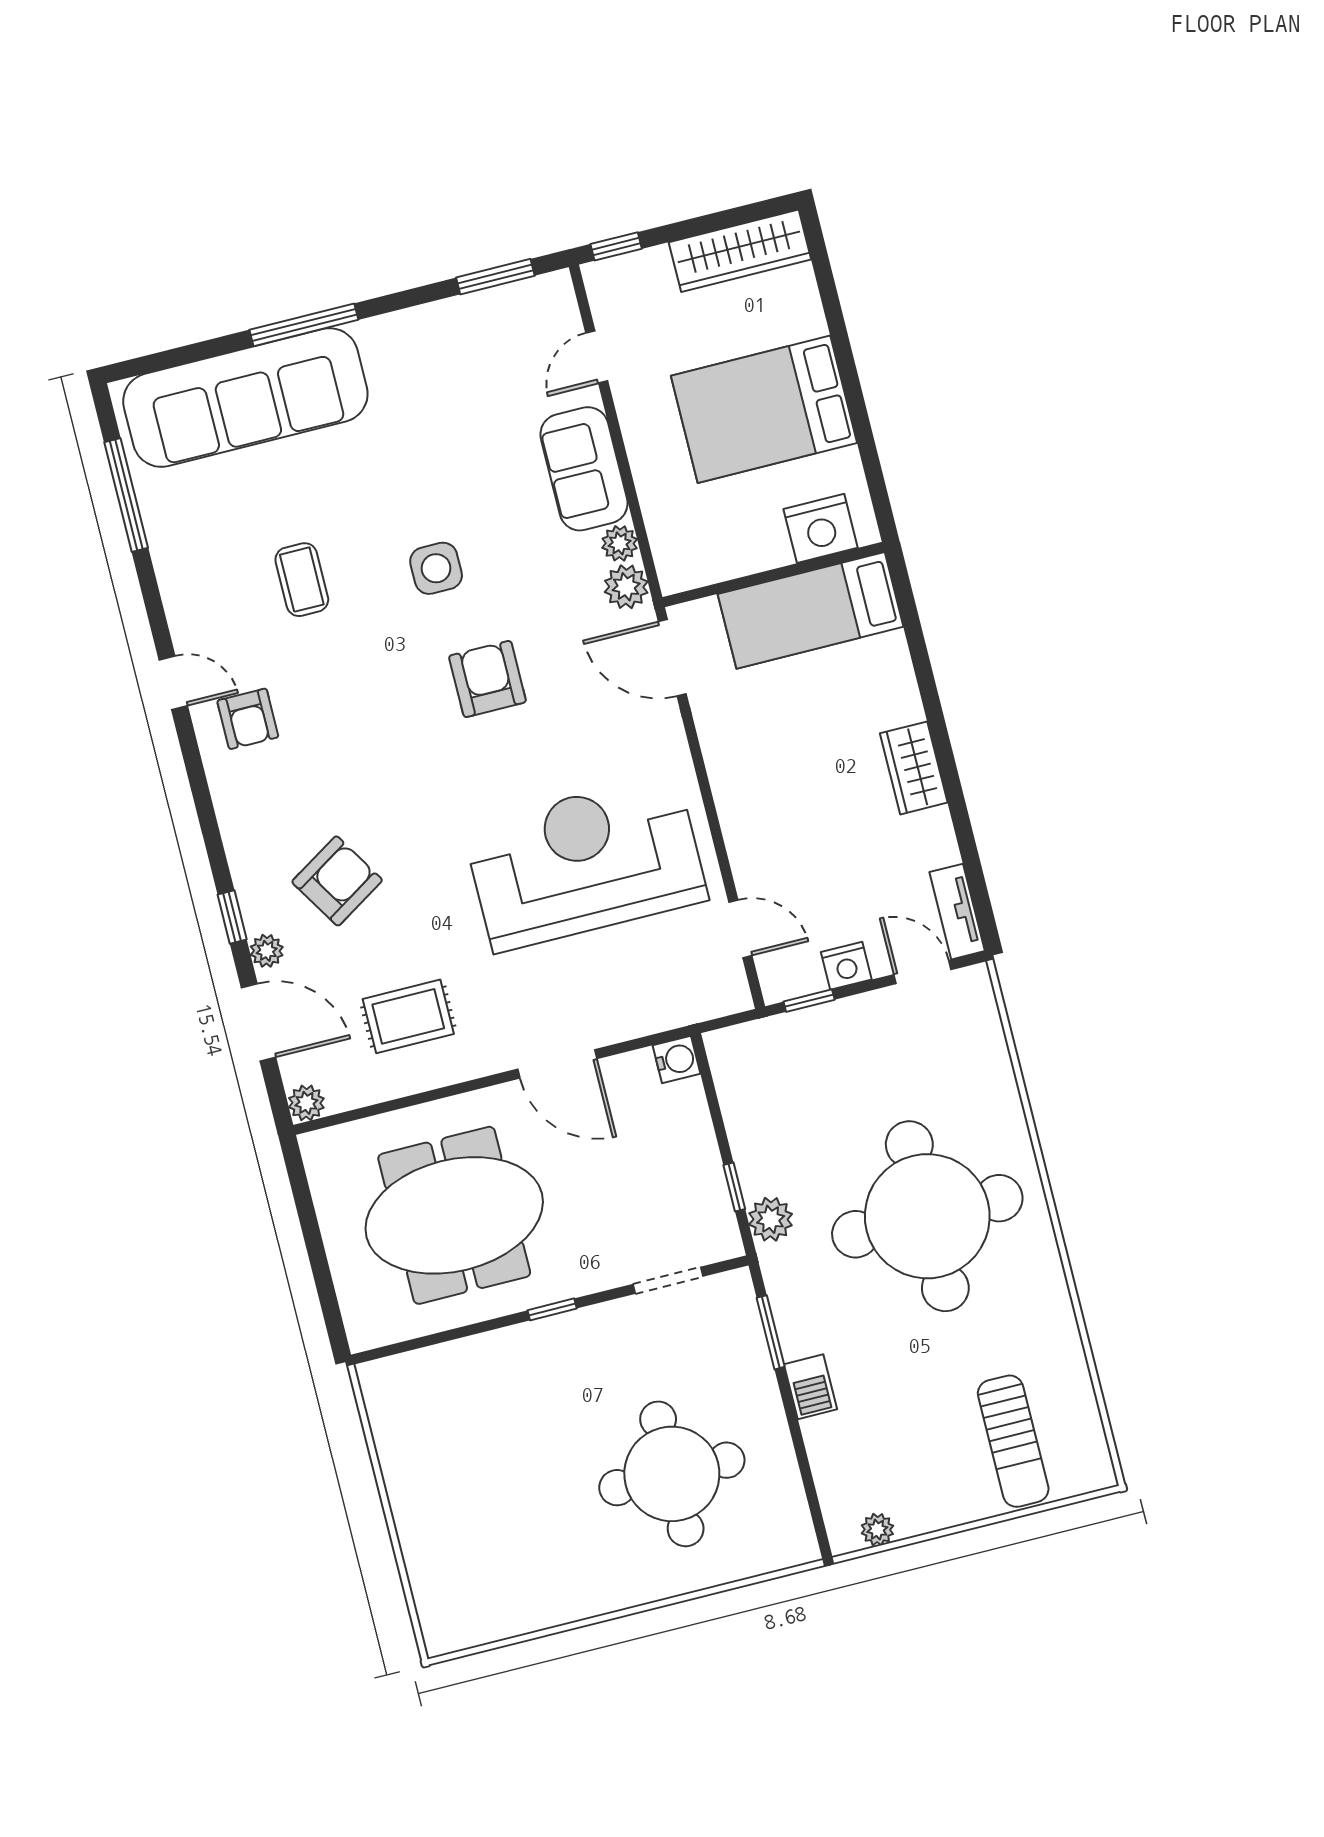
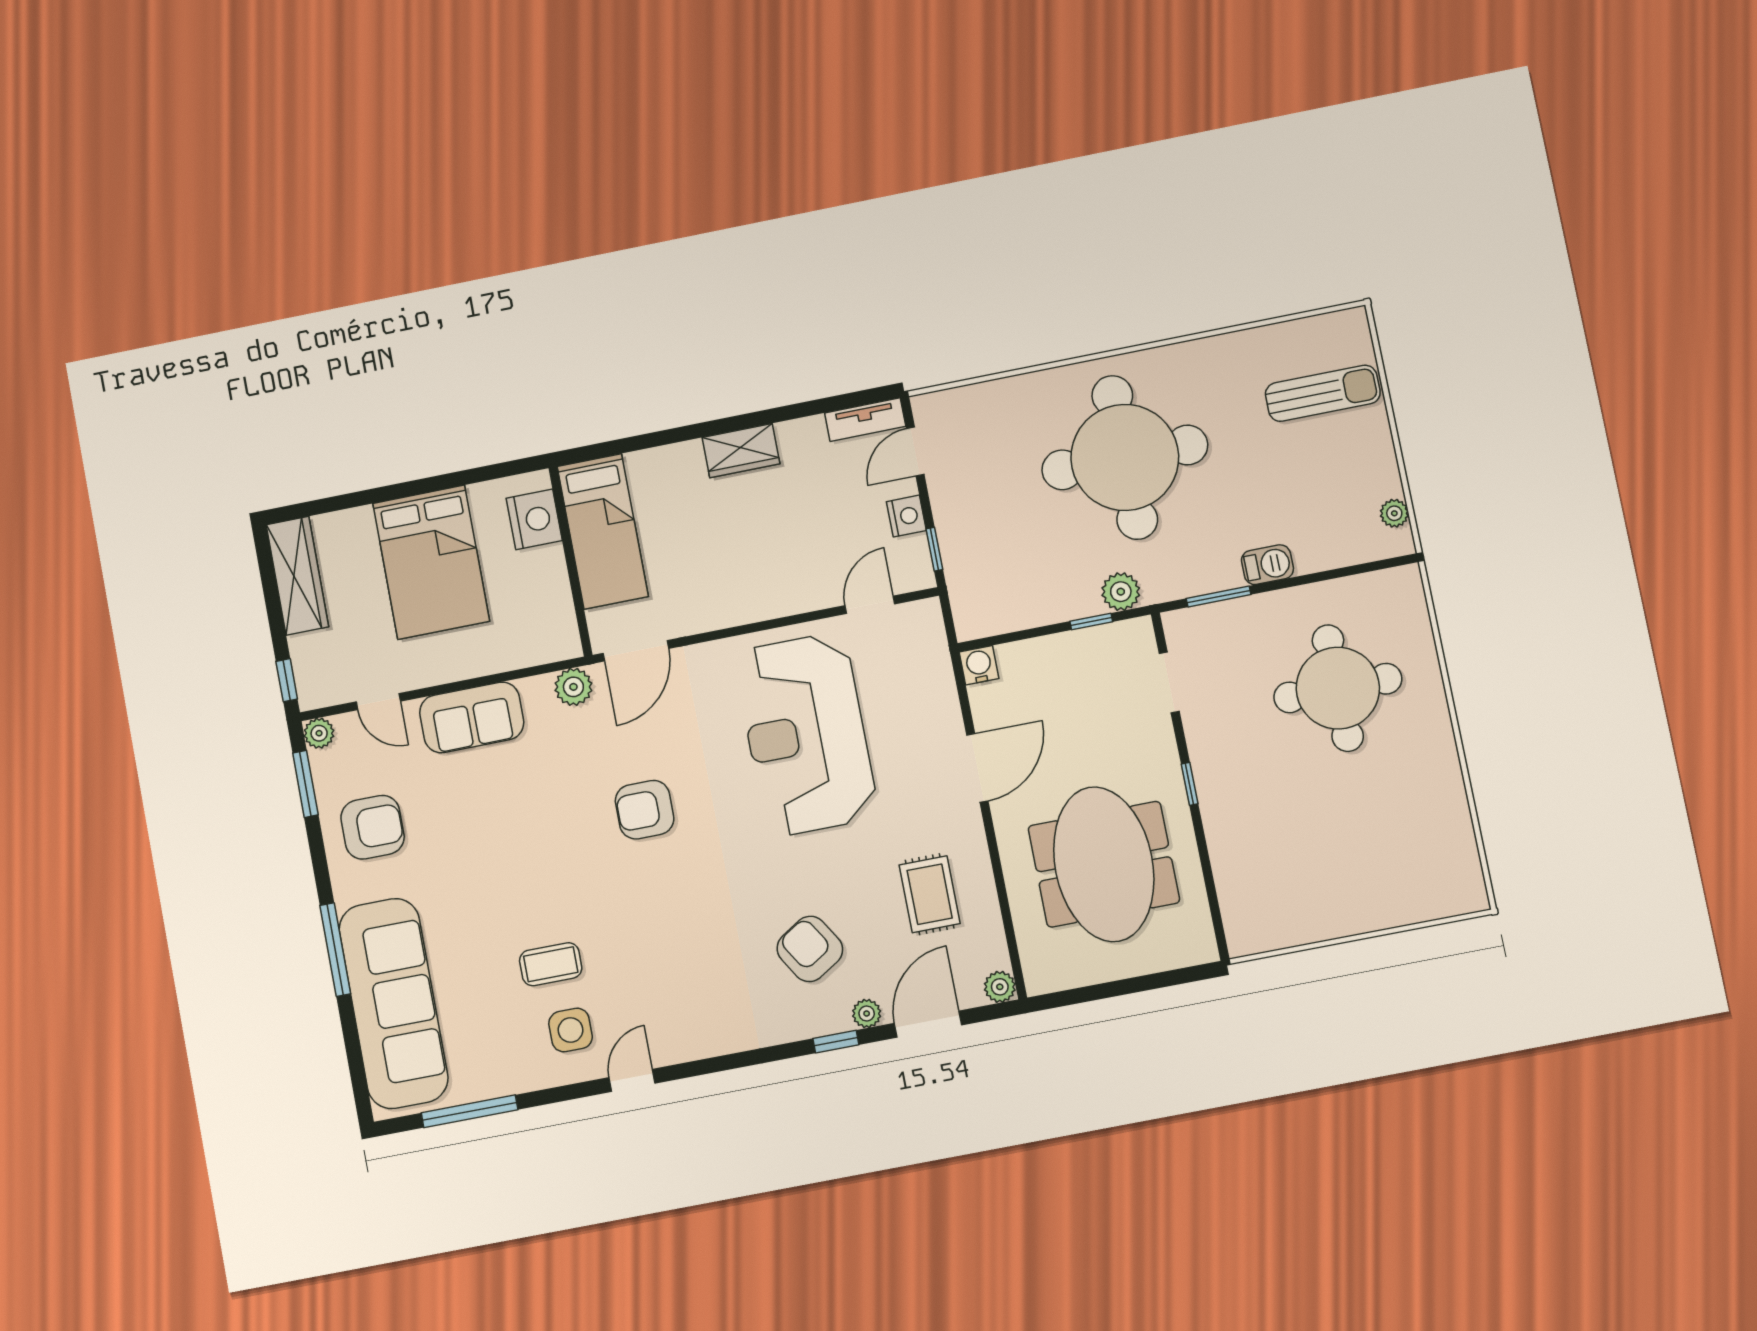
plant: (620, 543) -> (319, 733), moved
side table: (436, 568) -> (571, 1030), moved
armchair: (248, 719) -> (373, 827), moved, width x1.38, depth x1.38

